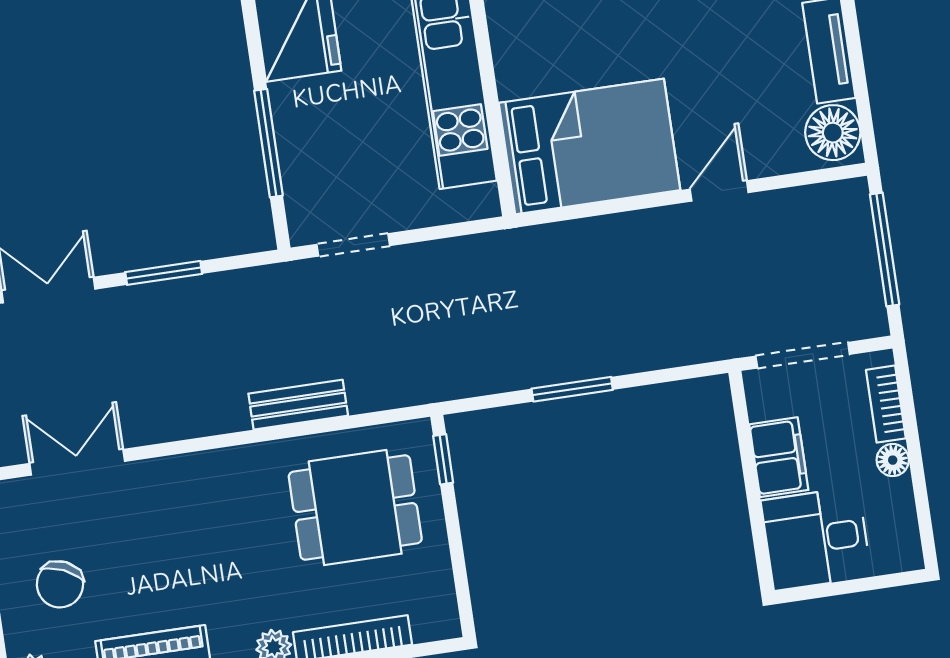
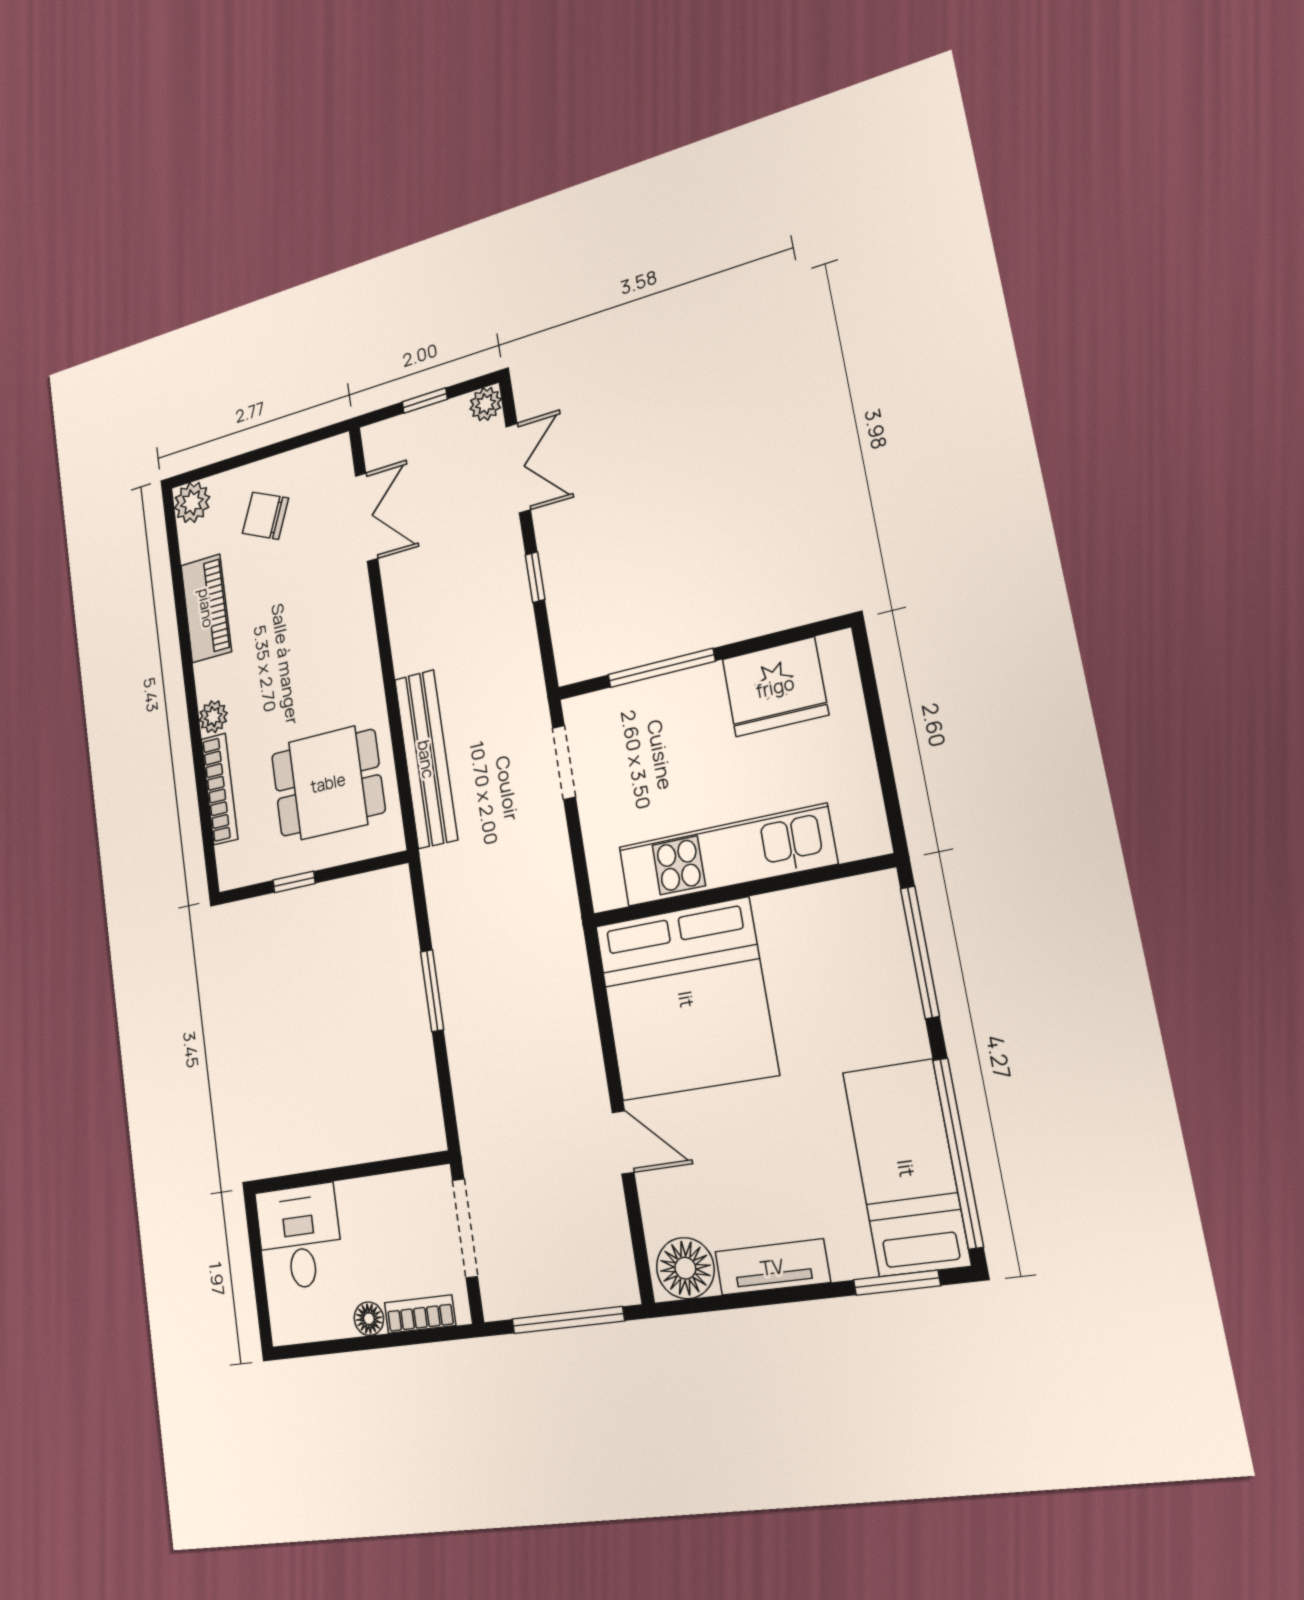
bed: (589, 147) -> (686, 999), width x1.36
window: (164, 273) -> (535, 577), width x0.67
bench: (298, 405) -> (426, 759), width x1.86, depth x1.21
filing cabinet: (779, 457) -> (371, 1201), removed
window: (443, 459) -> (294, 882), moved
dining table: (355, 507) -> (328, 783), turned 90

